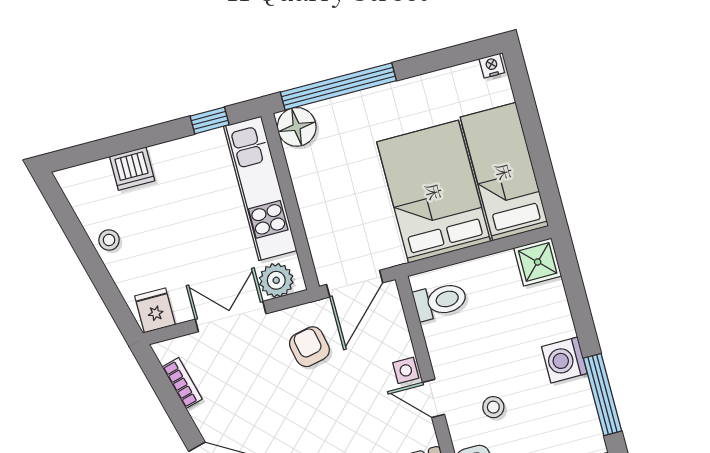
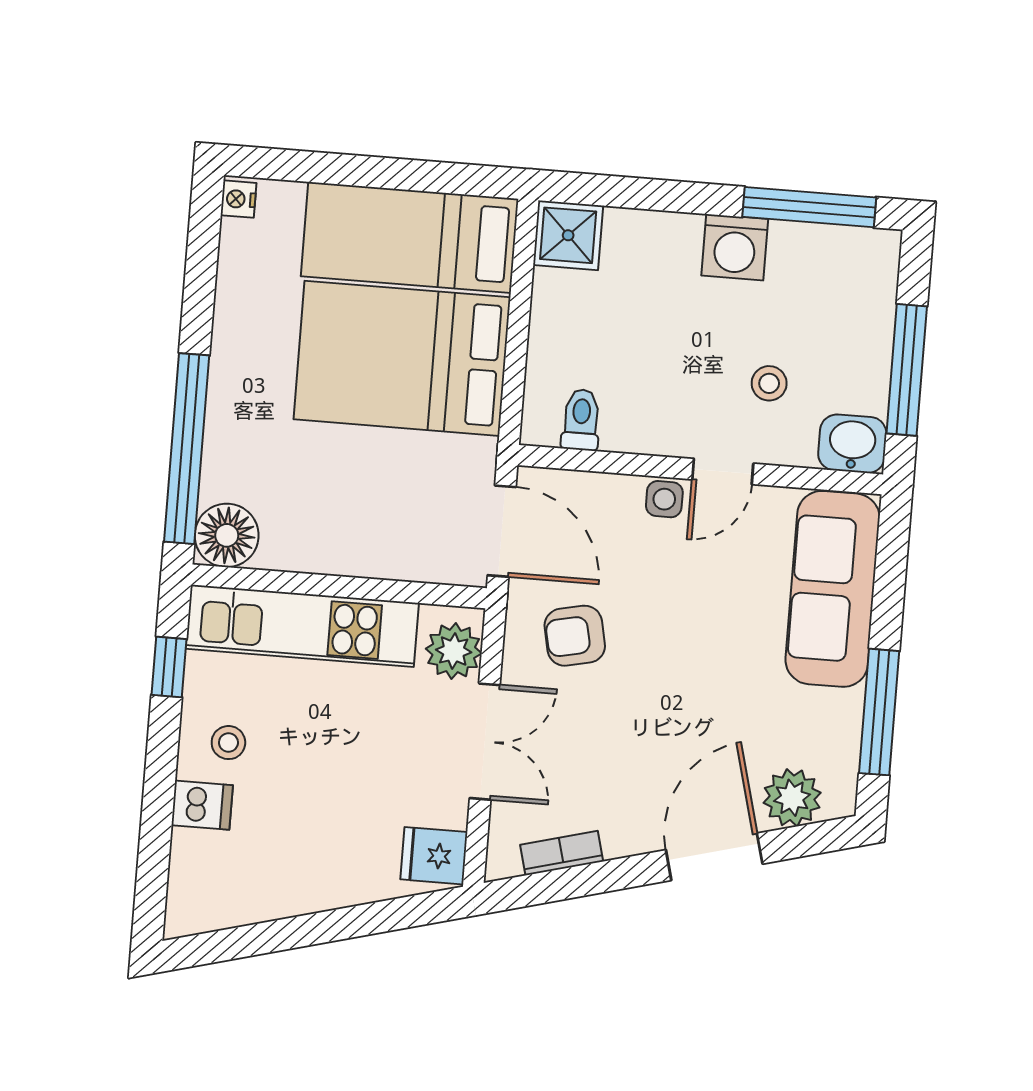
dishwasher: (132, 169) -> (202, 805), width x0.73
stool: (109, 240) -> (228, 743), moved
toilet: (440, 301) -> (581, 420), width x0.73, depth x0.72
double door: (231, 316) -> (485, 742), swing flipped

